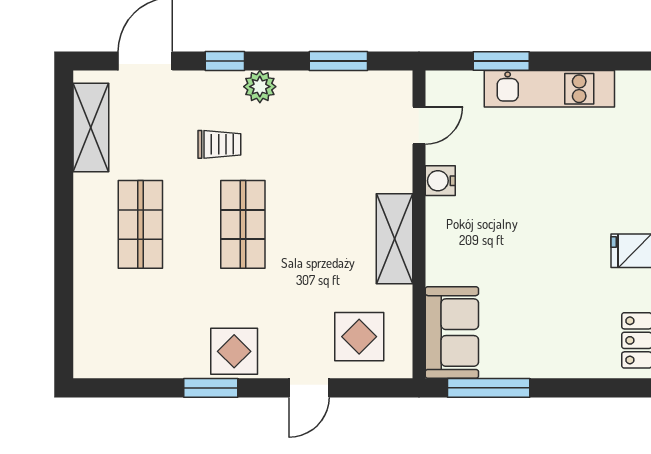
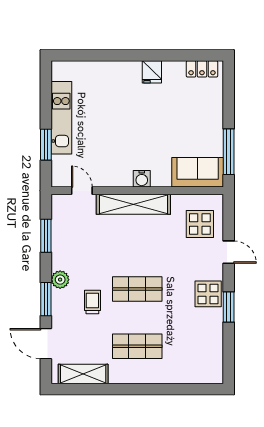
window: (225, 61) -> (46, 299), width x1.50
water cooler: (440, 181) -> (142, 179), moved
shelving: (395, 239) -> (133, 204), width x1.47

